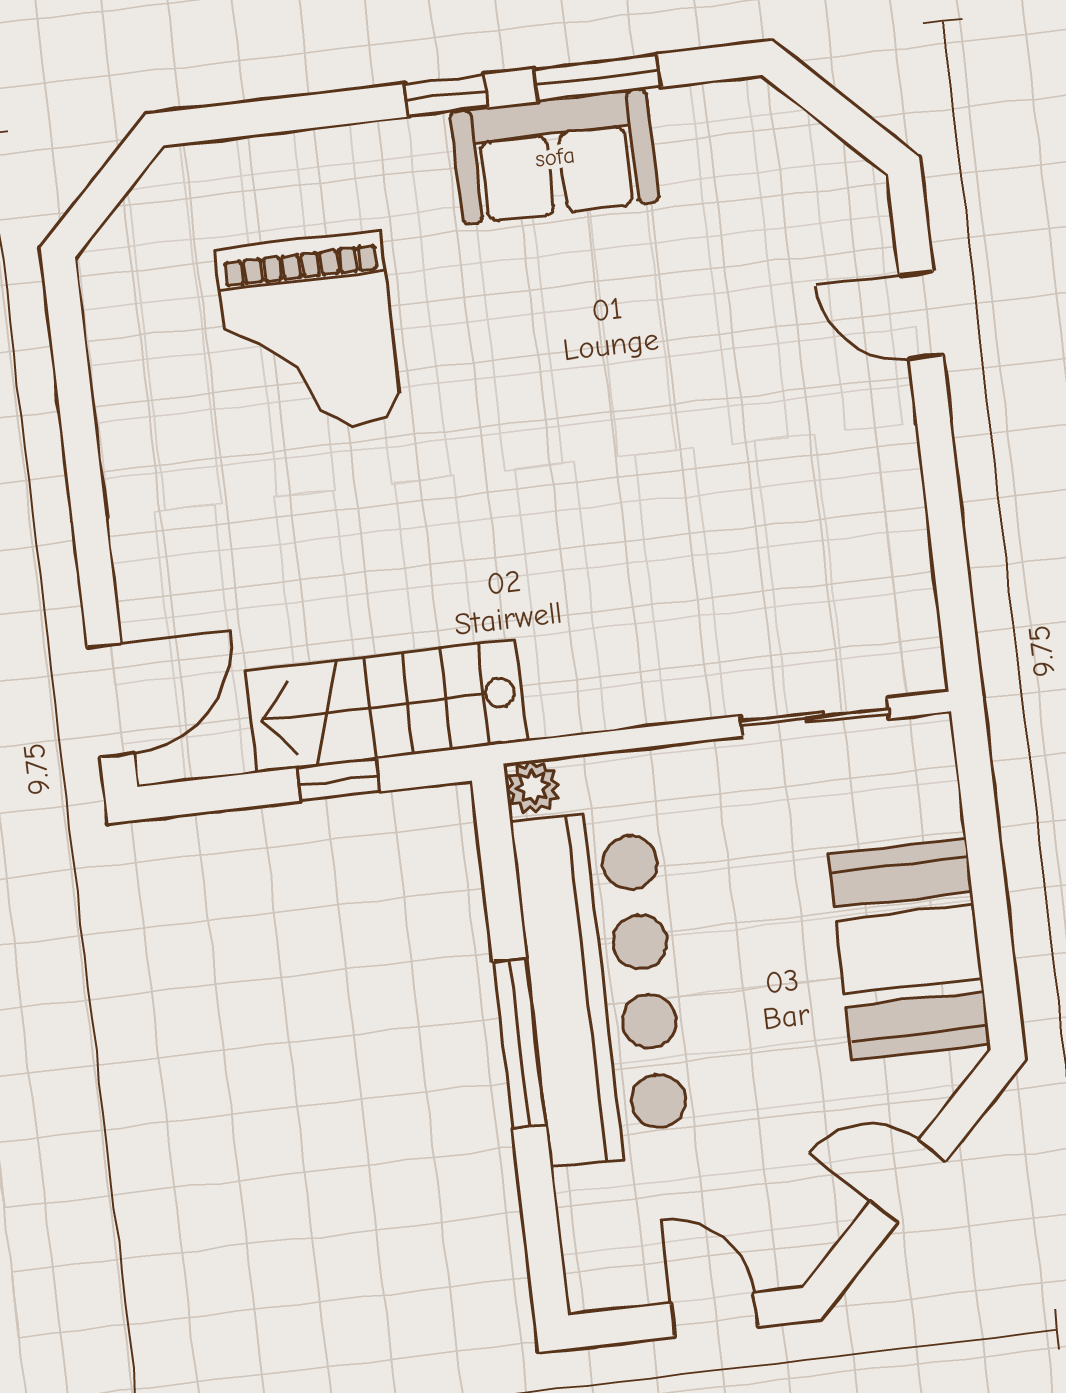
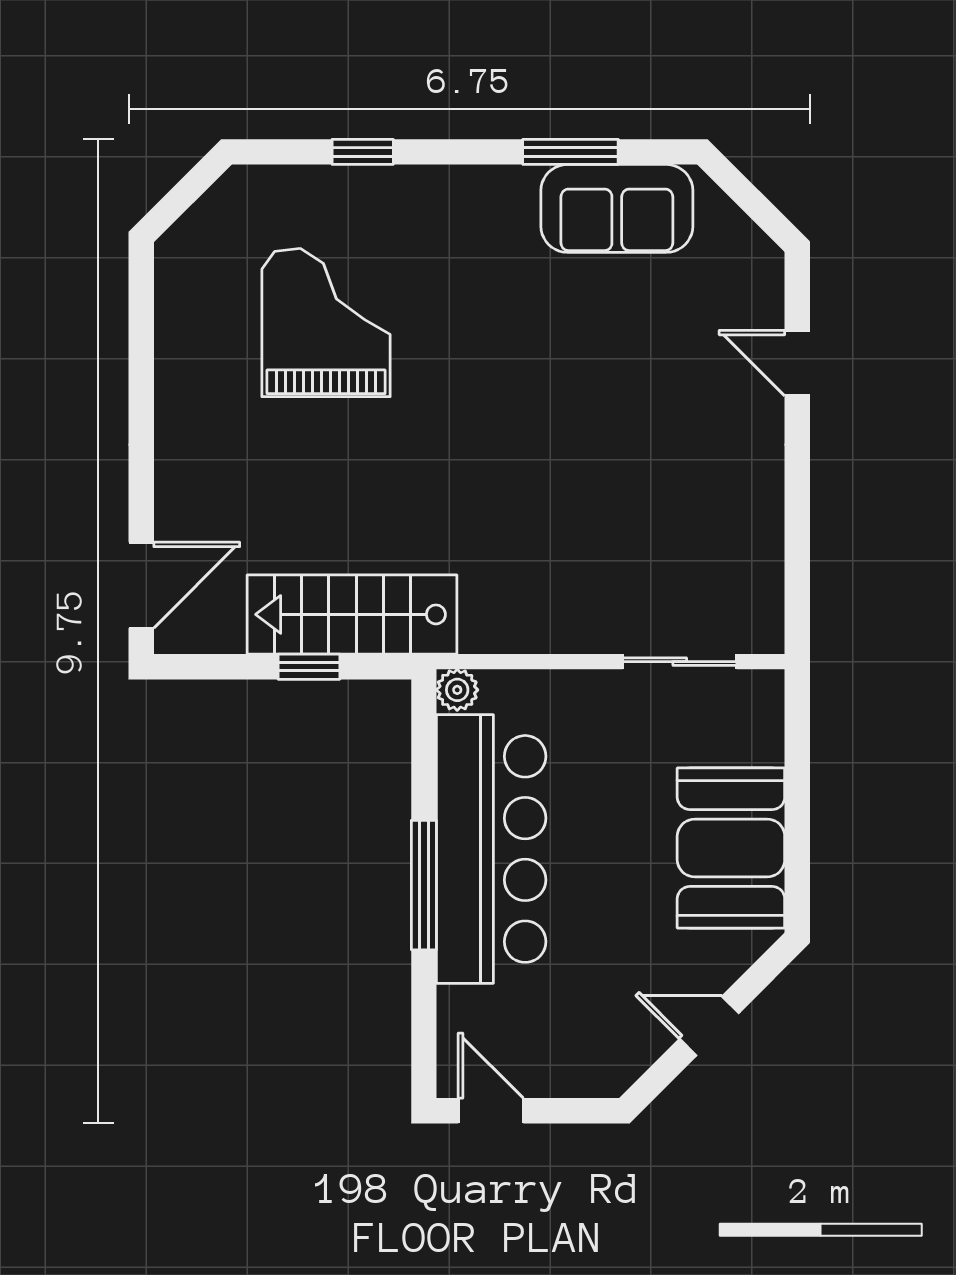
window: (446, 96) -> (363, 152), moved
sofa: (555, 157) -> (617, 208), moved
grand piano: (309, 334) -> (326, 323), turned 180
door: (714, 1315) -> (491, 1111), moved

